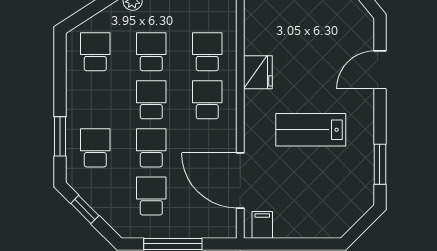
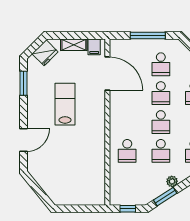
fridge: (258, 72) -> (45, 53), moved, turned -135
school desk: (207, 100) -> (127, 122), removed
lab bench: (311, 130) -> (65, 104), turned -90
shelving: (296, 228) -> (74, 45), added

